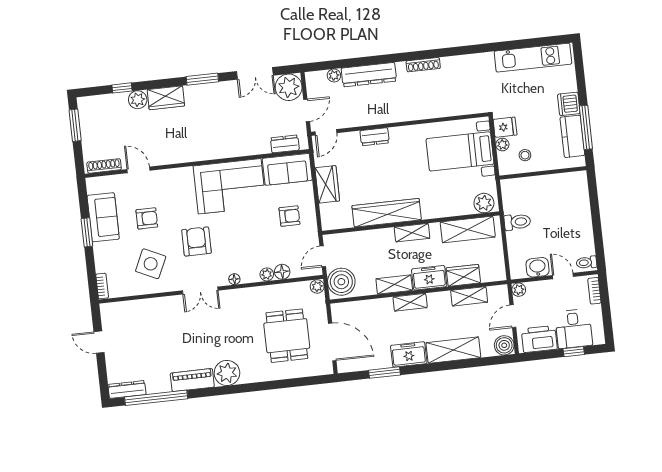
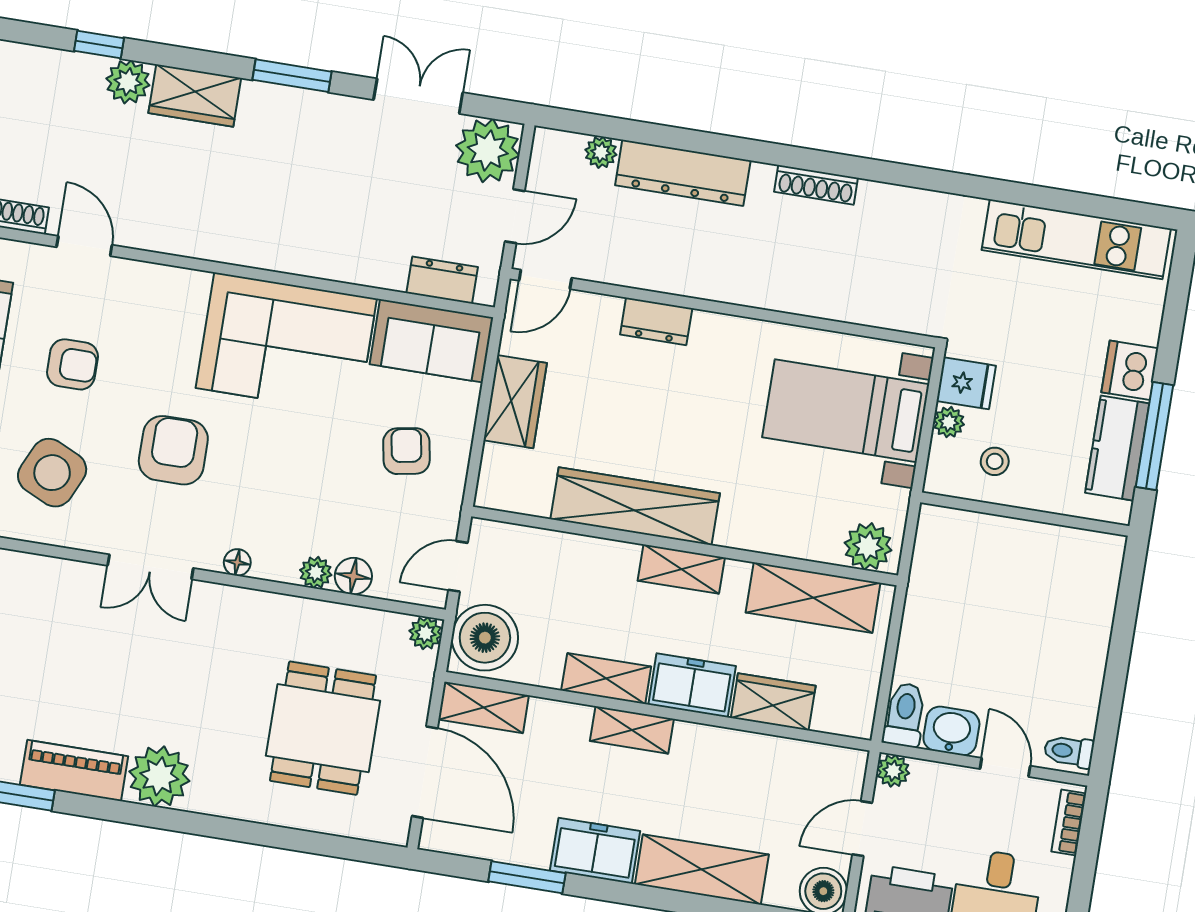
double door: (255, 73) -> (418, 96), swing flipped
armchair: (289, 216) -> (406, 451), turned -100
toilet: (517, 222) -> (905, 715), moved, turned -90
shelving: (469, 296) -> (484, 707), moved

